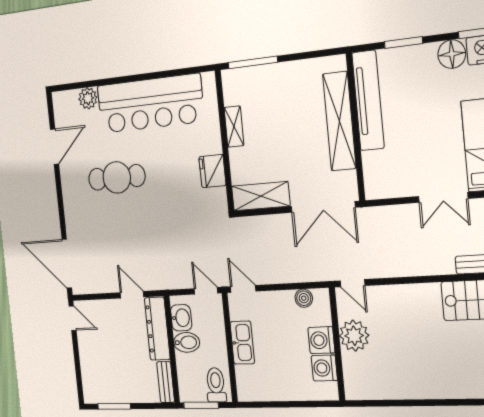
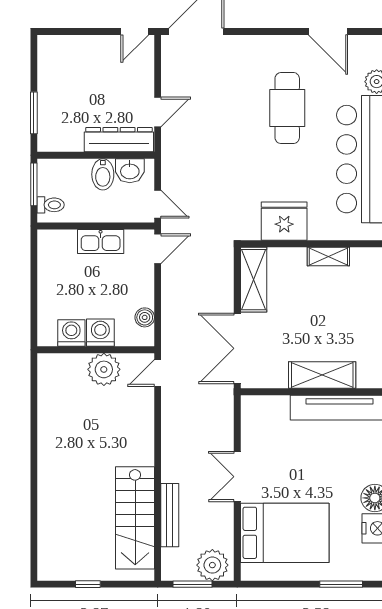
shelving: (339, 121) -> (322, 375), width x0.68
fridge: (212, 171) -> (284, 221), width x1.36, depth x1.34
door: (206, 291) -> (158, 204), hinge flipped
bench: (166, 382) -> (60, 143), removed
toilet: (216, 385) -> (51, 205), width x0.73, depth x0.72
window: (114, 406) -> (34, 113), moved

